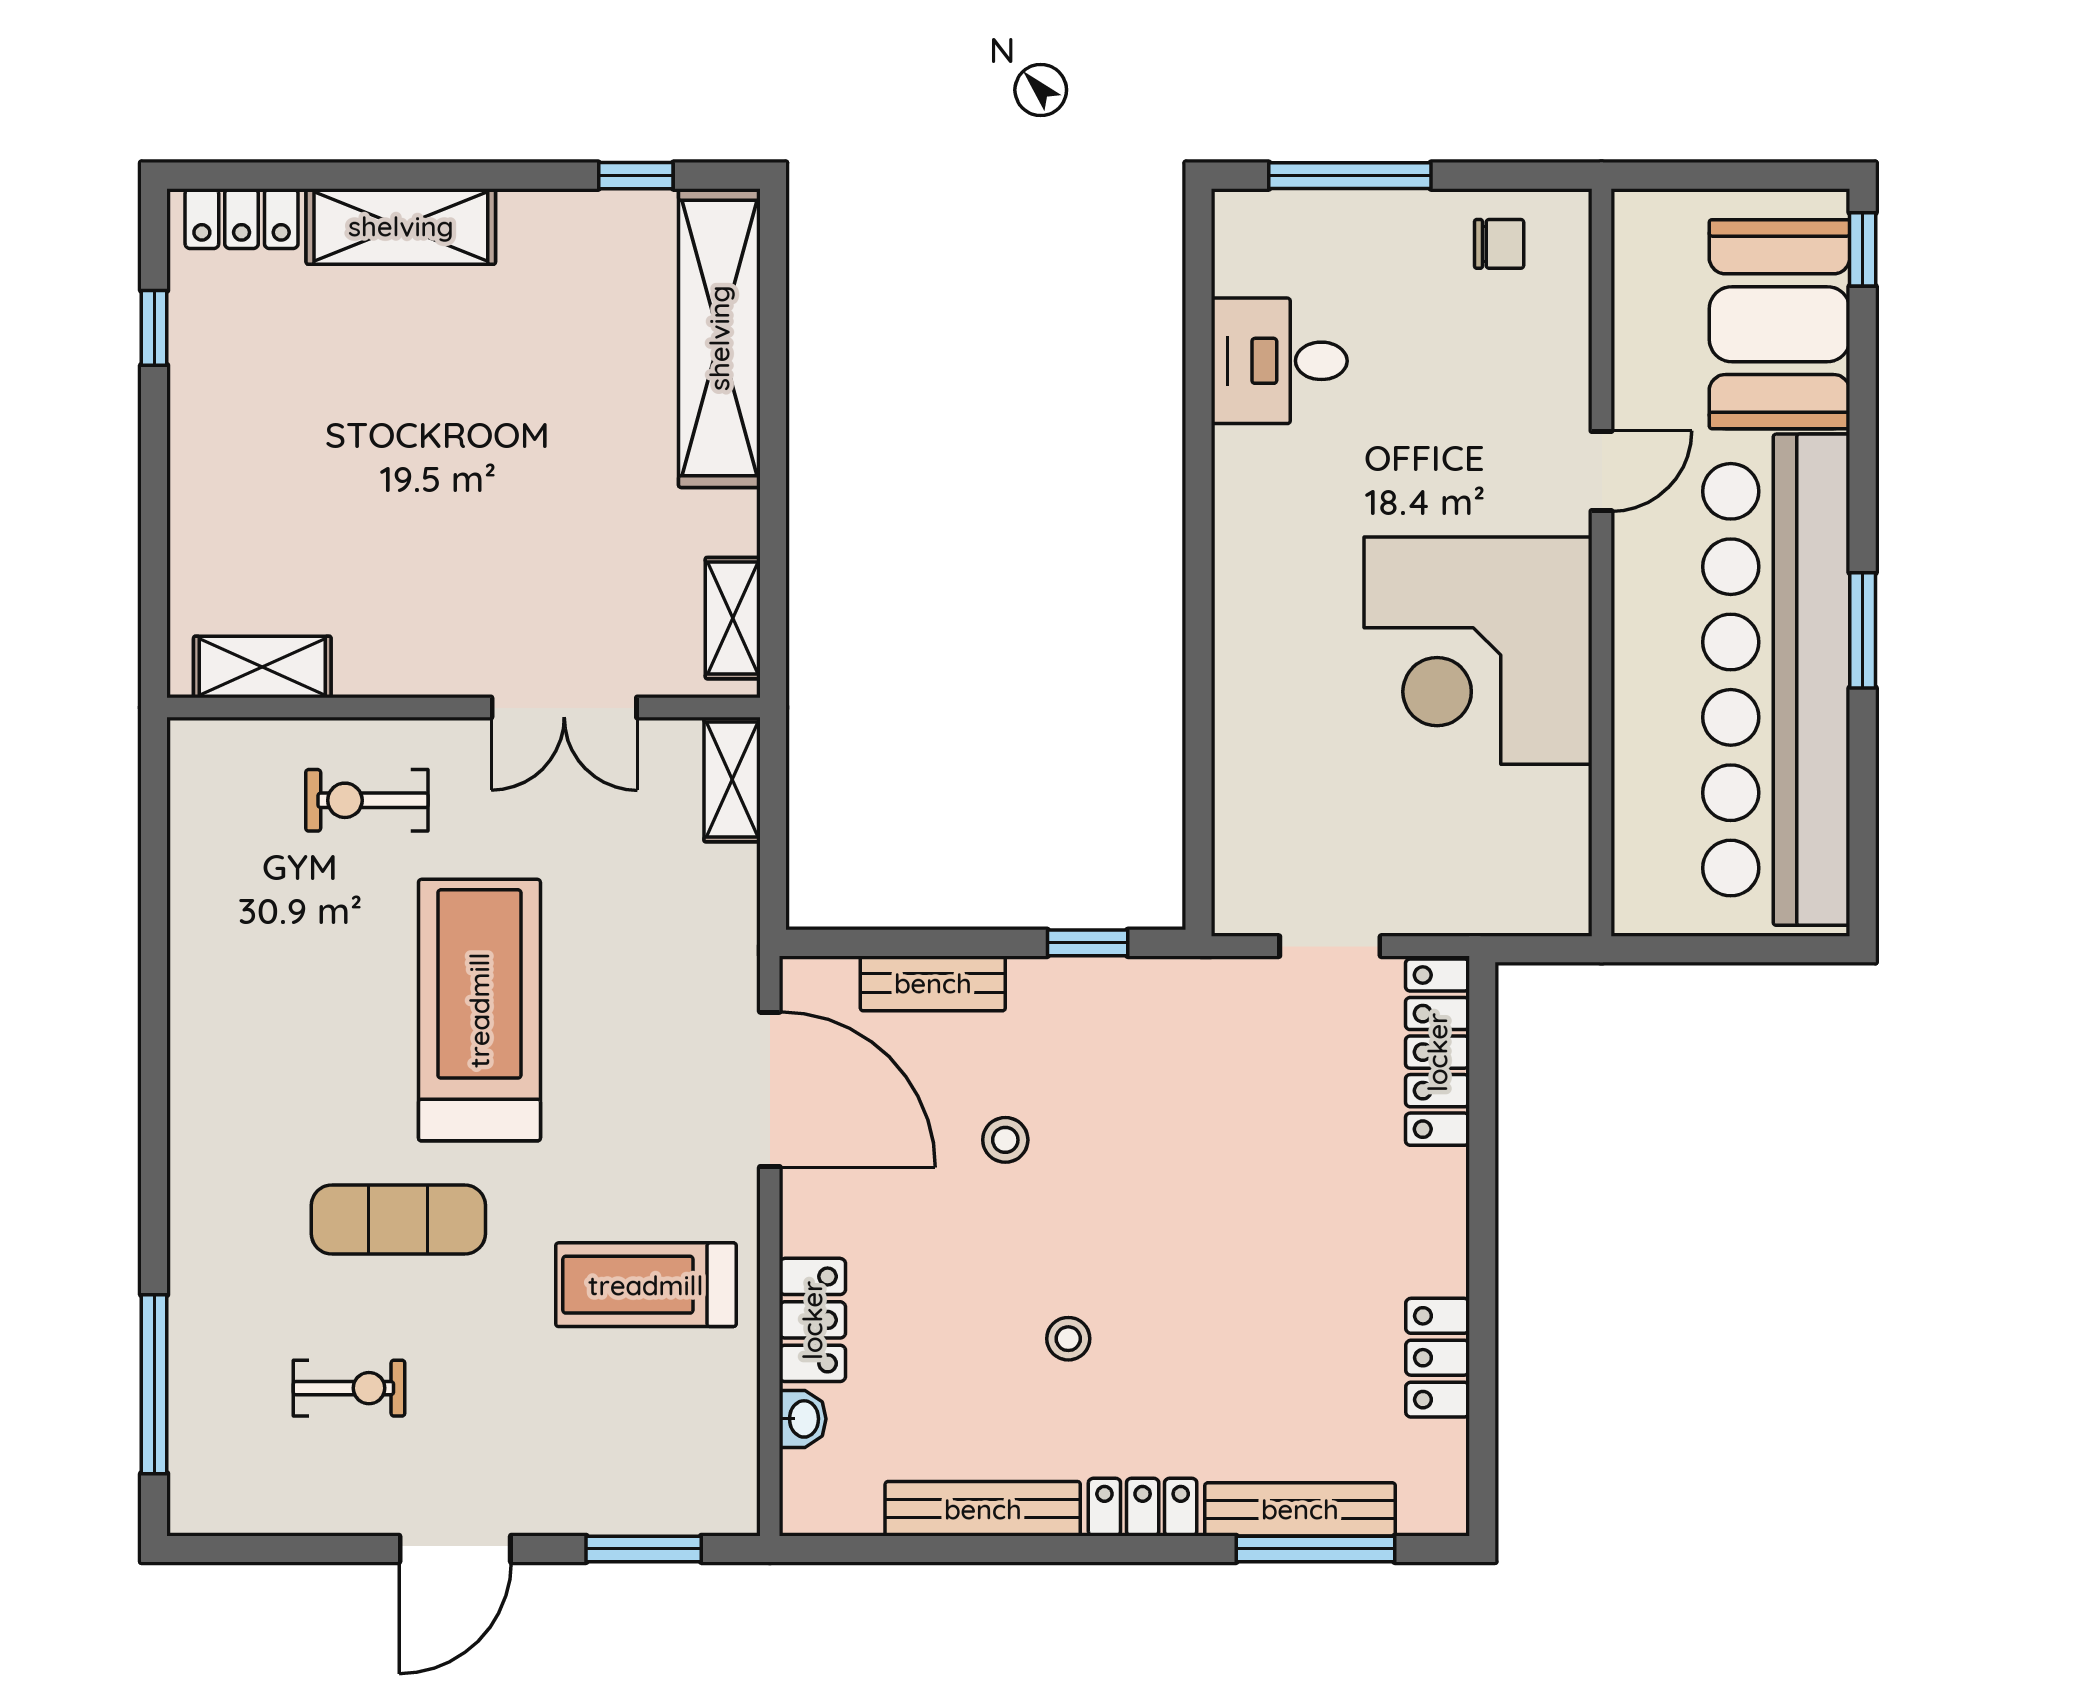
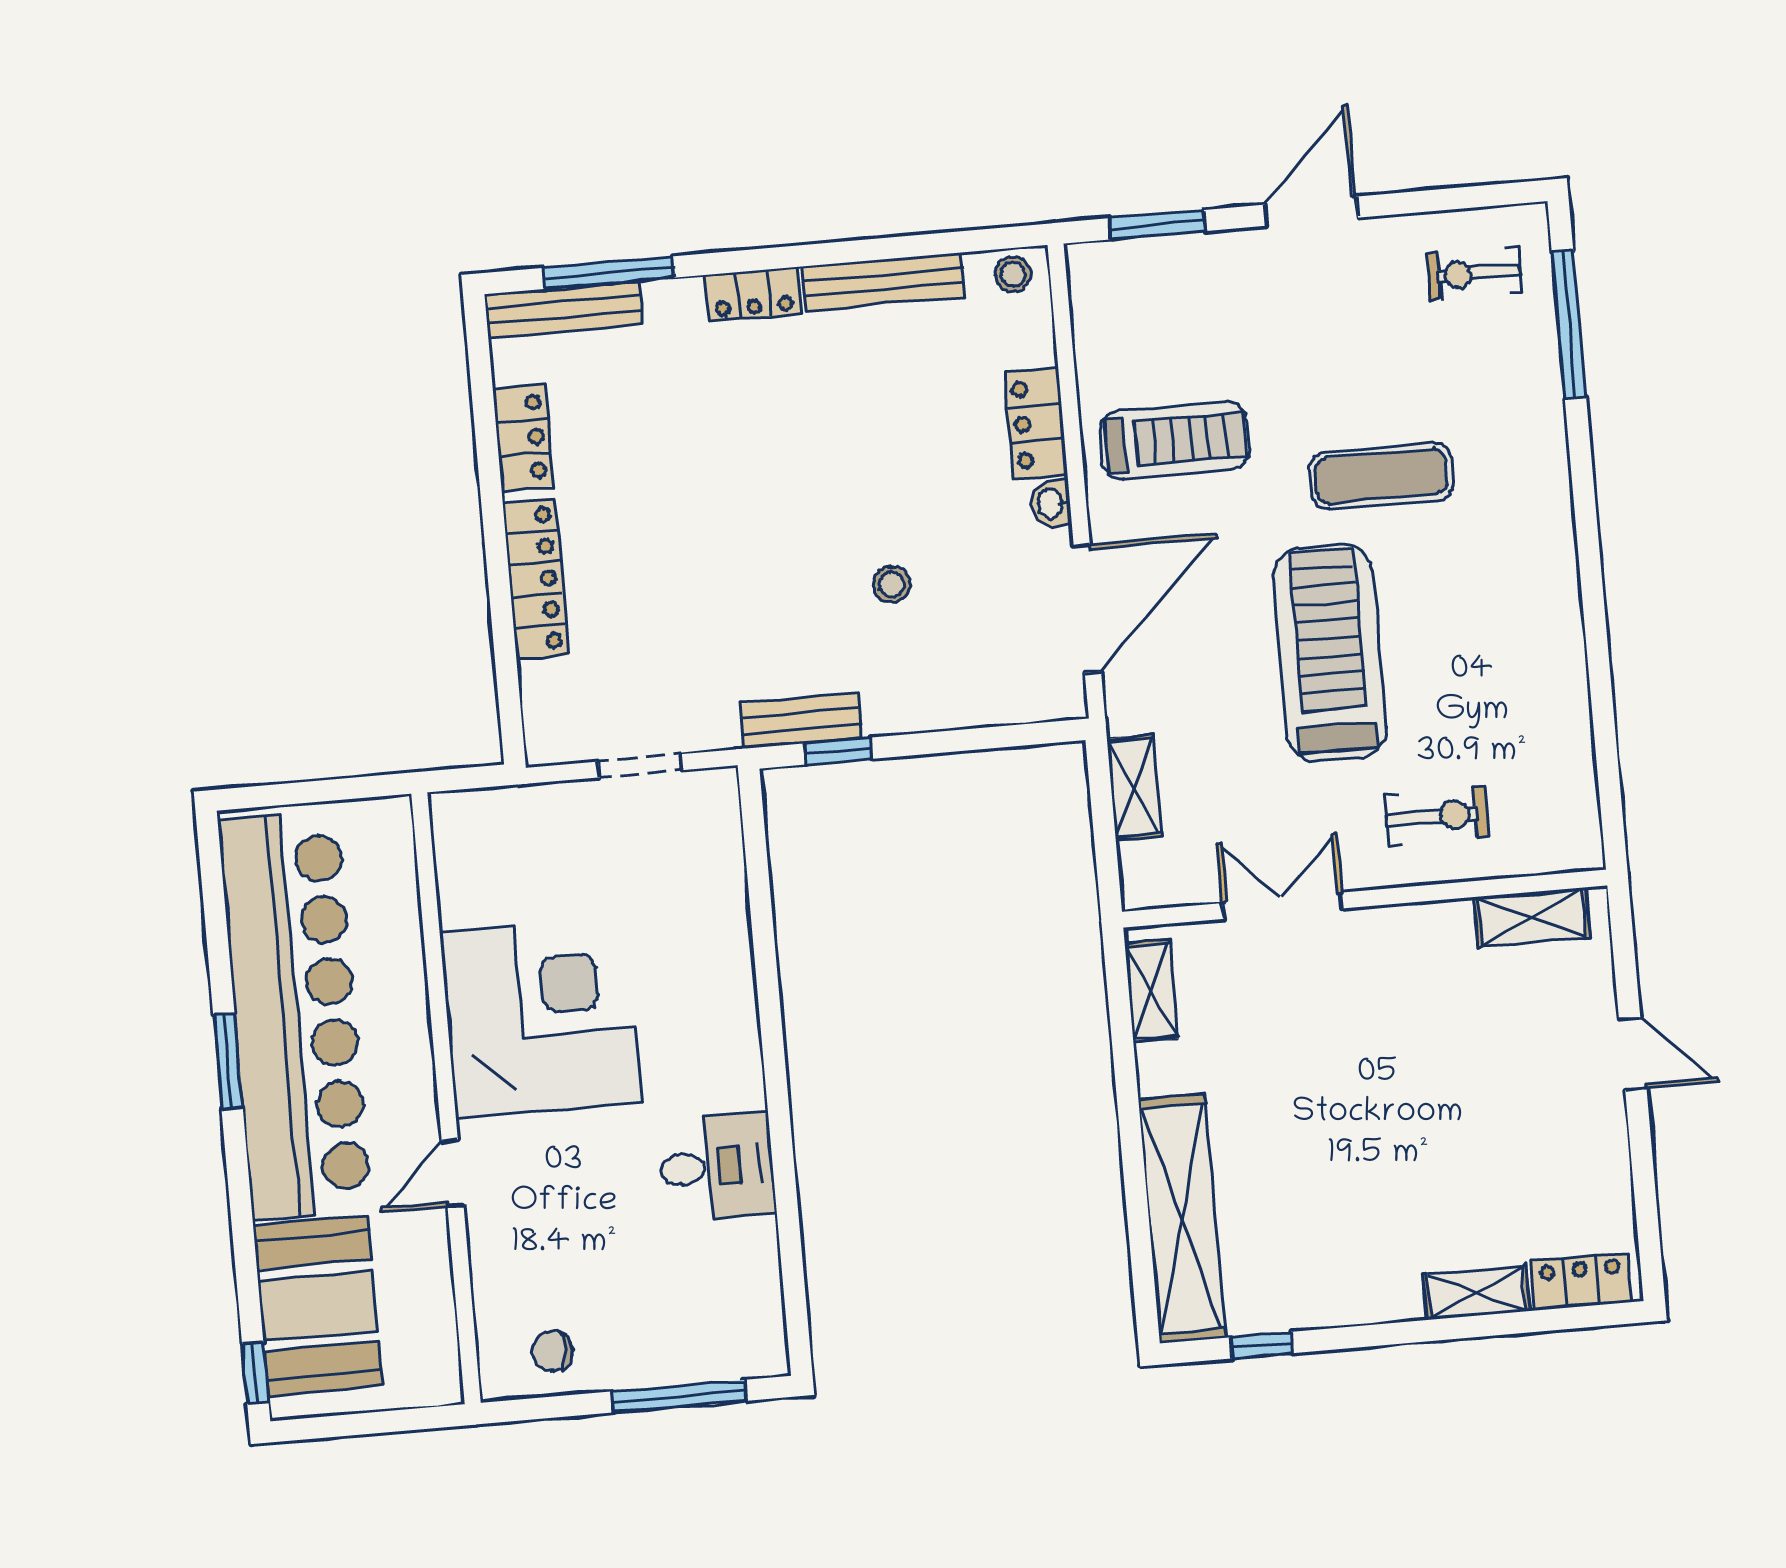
shelving: (401, 226) -> (1477, 1292), width x0.67, depth x0.75
window: (154, 328) -> (1644, 1186), removed
desk: (1279, 361) -> (717, 1167), moved
door: (154, 490) -> (1633, 1054), added
shelving: (732, 780) -> (1134, 787), moved
bench: (933, 983) -> (801, 721), moved
treadmill: (479, 1010) -> (1330, 653), turned 180
locker: (1437, 1052) -> (536, 579), moved
door: (770, 1089) -> (1087, 609), swing flipped
stool: (1068, 1339) -> (1013, 274), moved
exercise bike: (349, 1388) -> (1474, 273), moved
washbasin: (803, 1419) -> (1051, 504), moved
bench: (1300, 1509) -> (564, 309), moved

